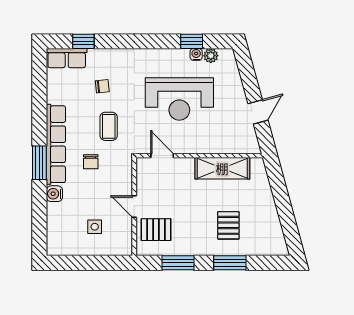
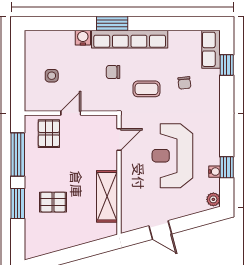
plant: (211, 56) -> (213, 199), moved
window: (178, 263) -> (18, 154), width x1.44

